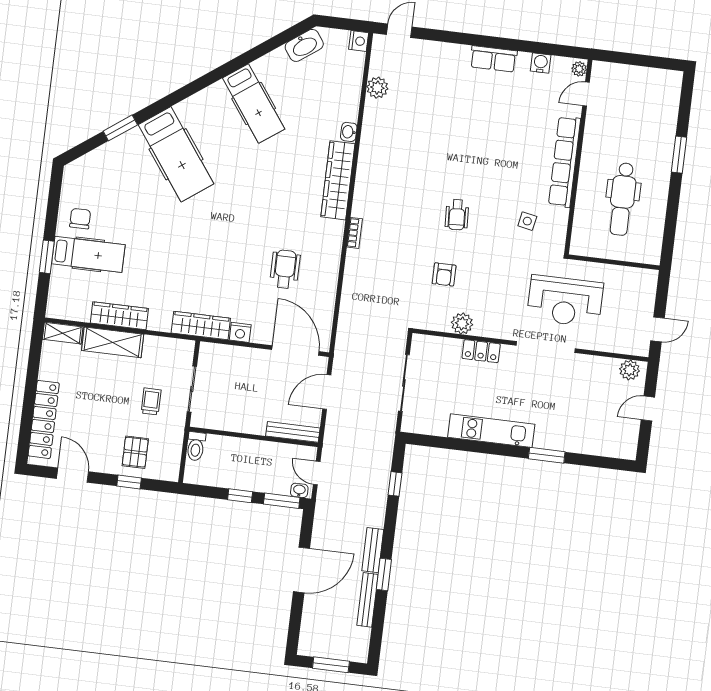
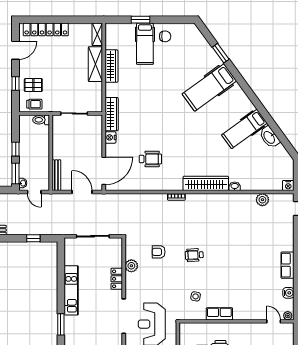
washbasin: (304, 45) -> (269, 137), moved
row of seats: (565, 162) -> (219, 314), width x0.50
trolley: (151, 401) -> (34, 104), moved
door: (317, 473) -> (34, 192), swing flipped

